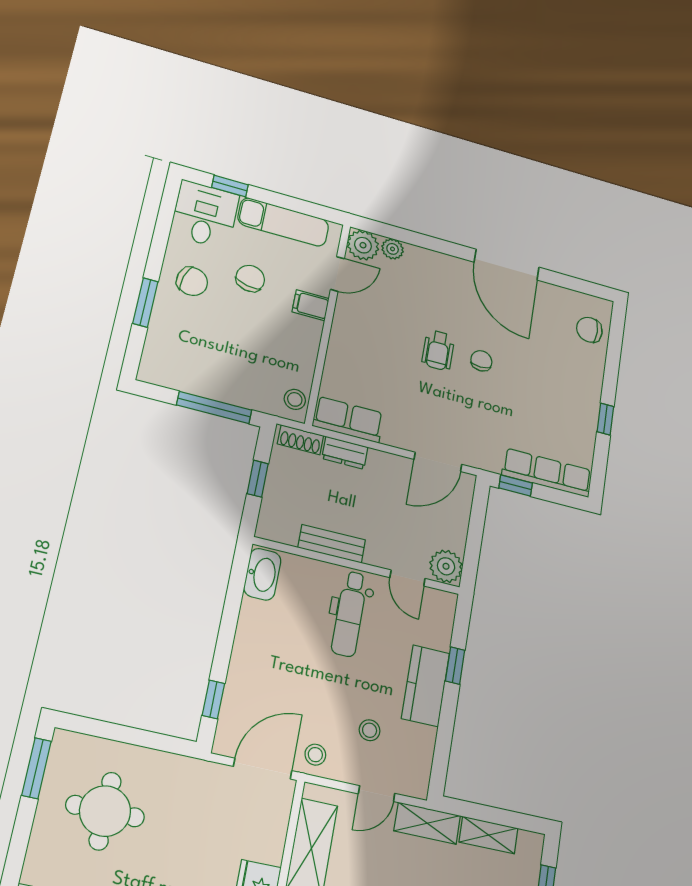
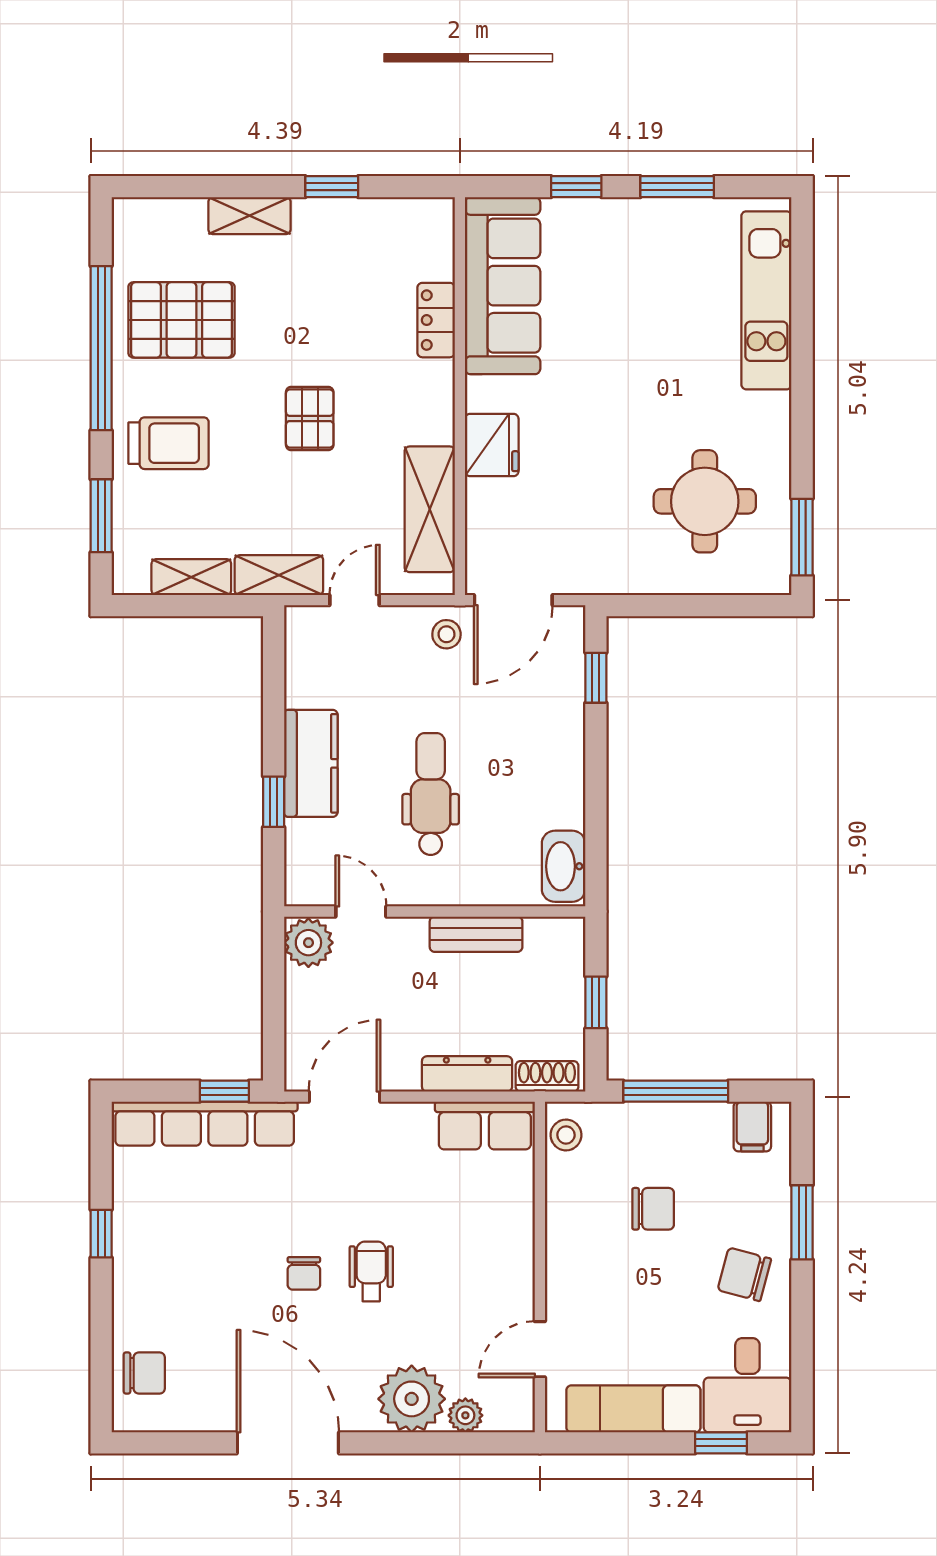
plant: (363, 245) -> (412, 1399), moved, width x1.36, depth x1.36
chair: (250, 278) -> (653, 1209), moved, turned -102
filing cabinet: (311, 305) -> (752, 1127), moved, turned 90
dresser: (345, 453) -> (467, 1074), width x1.44
row of seats: (547, 473) -> (205, 1124), width x1.36
dental chair: (350, 614) -> (431, 794), moved
stool: (370, 730) -> (379, 684), removed

